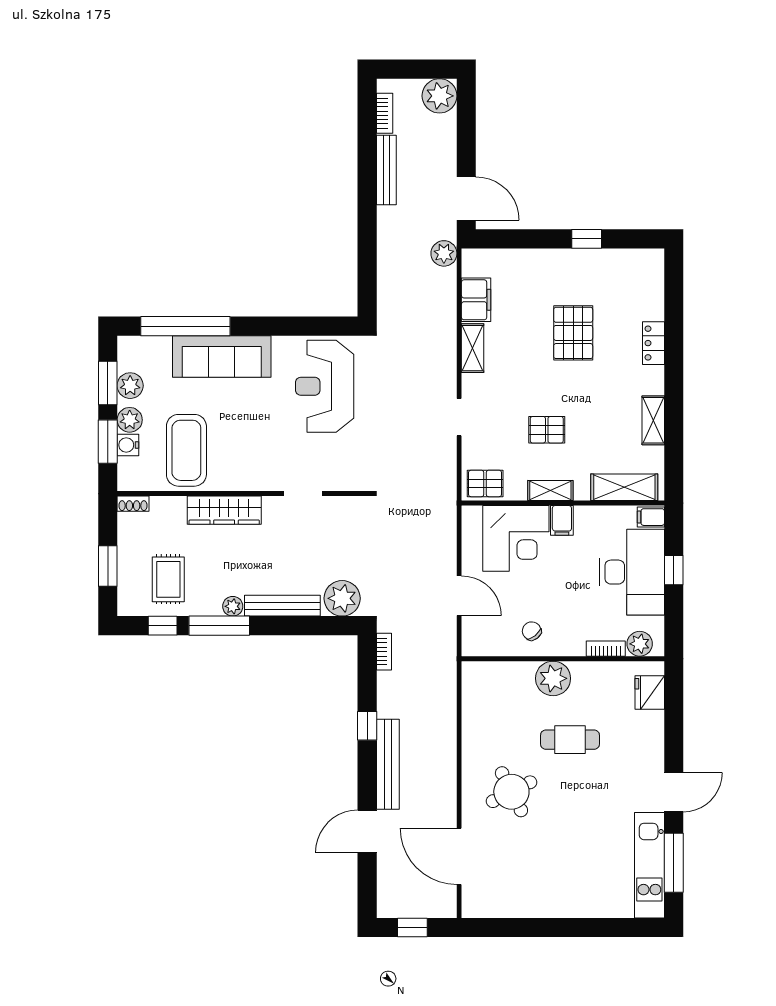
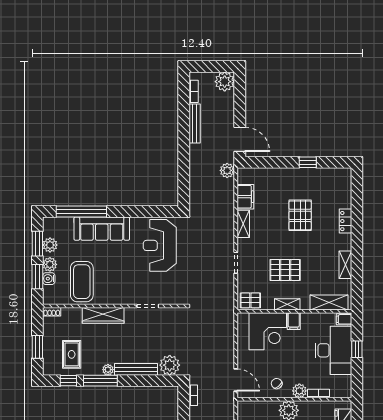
pallet: (547, 430) -> (285, 270), width x1.50, depth x1.42
door: (459, 596) -> (236, 380), moved
plant: (640, 644) -> (299, 391), moved

